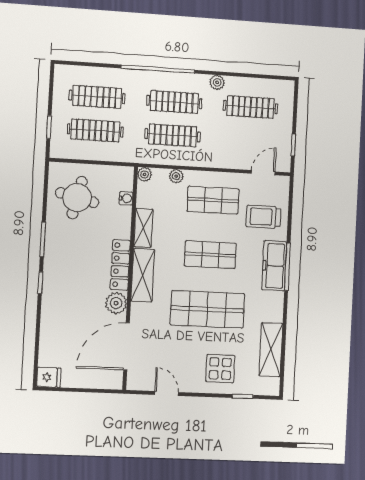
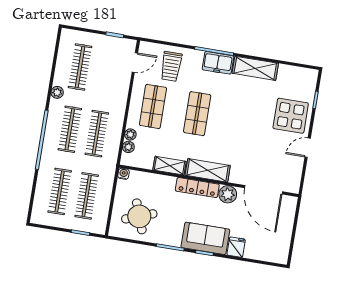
door: (263, 173) -> (135, 62), swing flipped
plant: (145, 174) -> (128, 147), moved
round table: (77, 198) -> (139, 216), turned -33
water cooler: (126, 198) -> (124, 174), moved
freezer: (274, 266) -> (218, 63), width x0.71
sofa: (59, 282) -> (205, 238), added
shop shelf: (207, 309) -> (241, 121), removed
shelving: (271, 350) -> (255, 68), moved
display table: (220, 369) -> (291, 116), width x1.36, depth x1.36
fridge: (49, 377) -> (236, 247), moved
door: (167, 393) -> (308, 148), moved

